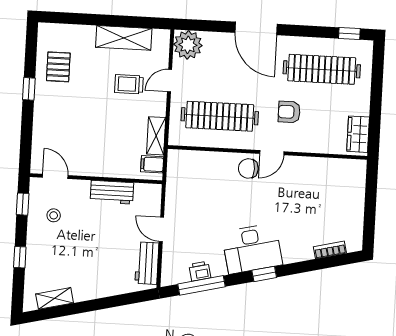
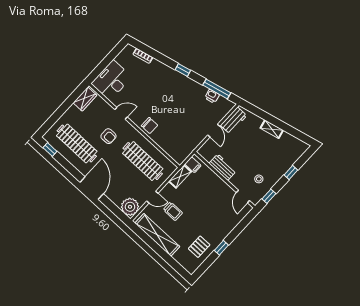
shelving: (124, 38) -> (157, 235), width x1.47
door: (272, 153) -> (121, 113), moved
desk: (252, 249) -> (111, 80), moved, turned -77
shelving: (55, 298) -> (272, 129), moved

